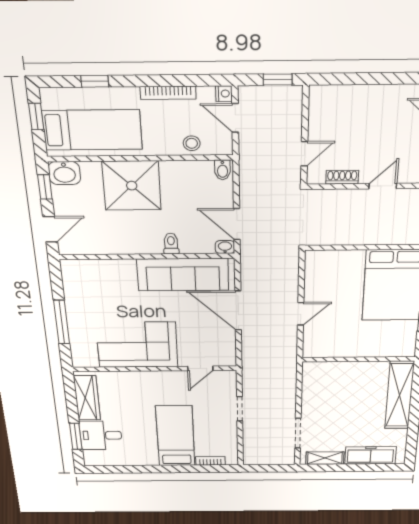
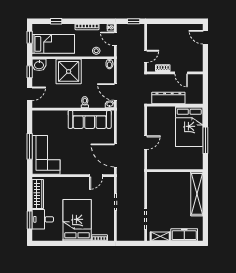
door: (383, 186) -> (181, 73), swing flipped
dresser: (352, 234) -> (168, 98), added
door: (238, 311) -> (115, 155), moved
corner sofa: (137, 345) -> (46, 155), moved, turned 90
bed: (175, 436) -> (77, 220), width x1.50

